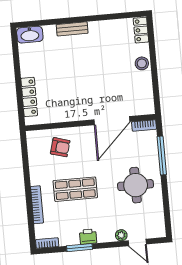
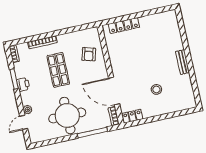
bench: (72, 29) -> (182, 62), moved
locker: (141, 30) -> (132, 116), moved
washbasin: (30, 35) -> (172, 20), removed
stool: (142, 63) -> (156, 89), moved
round table: (136, 185) -> (67, 116), width x1.36, depth x1.36

